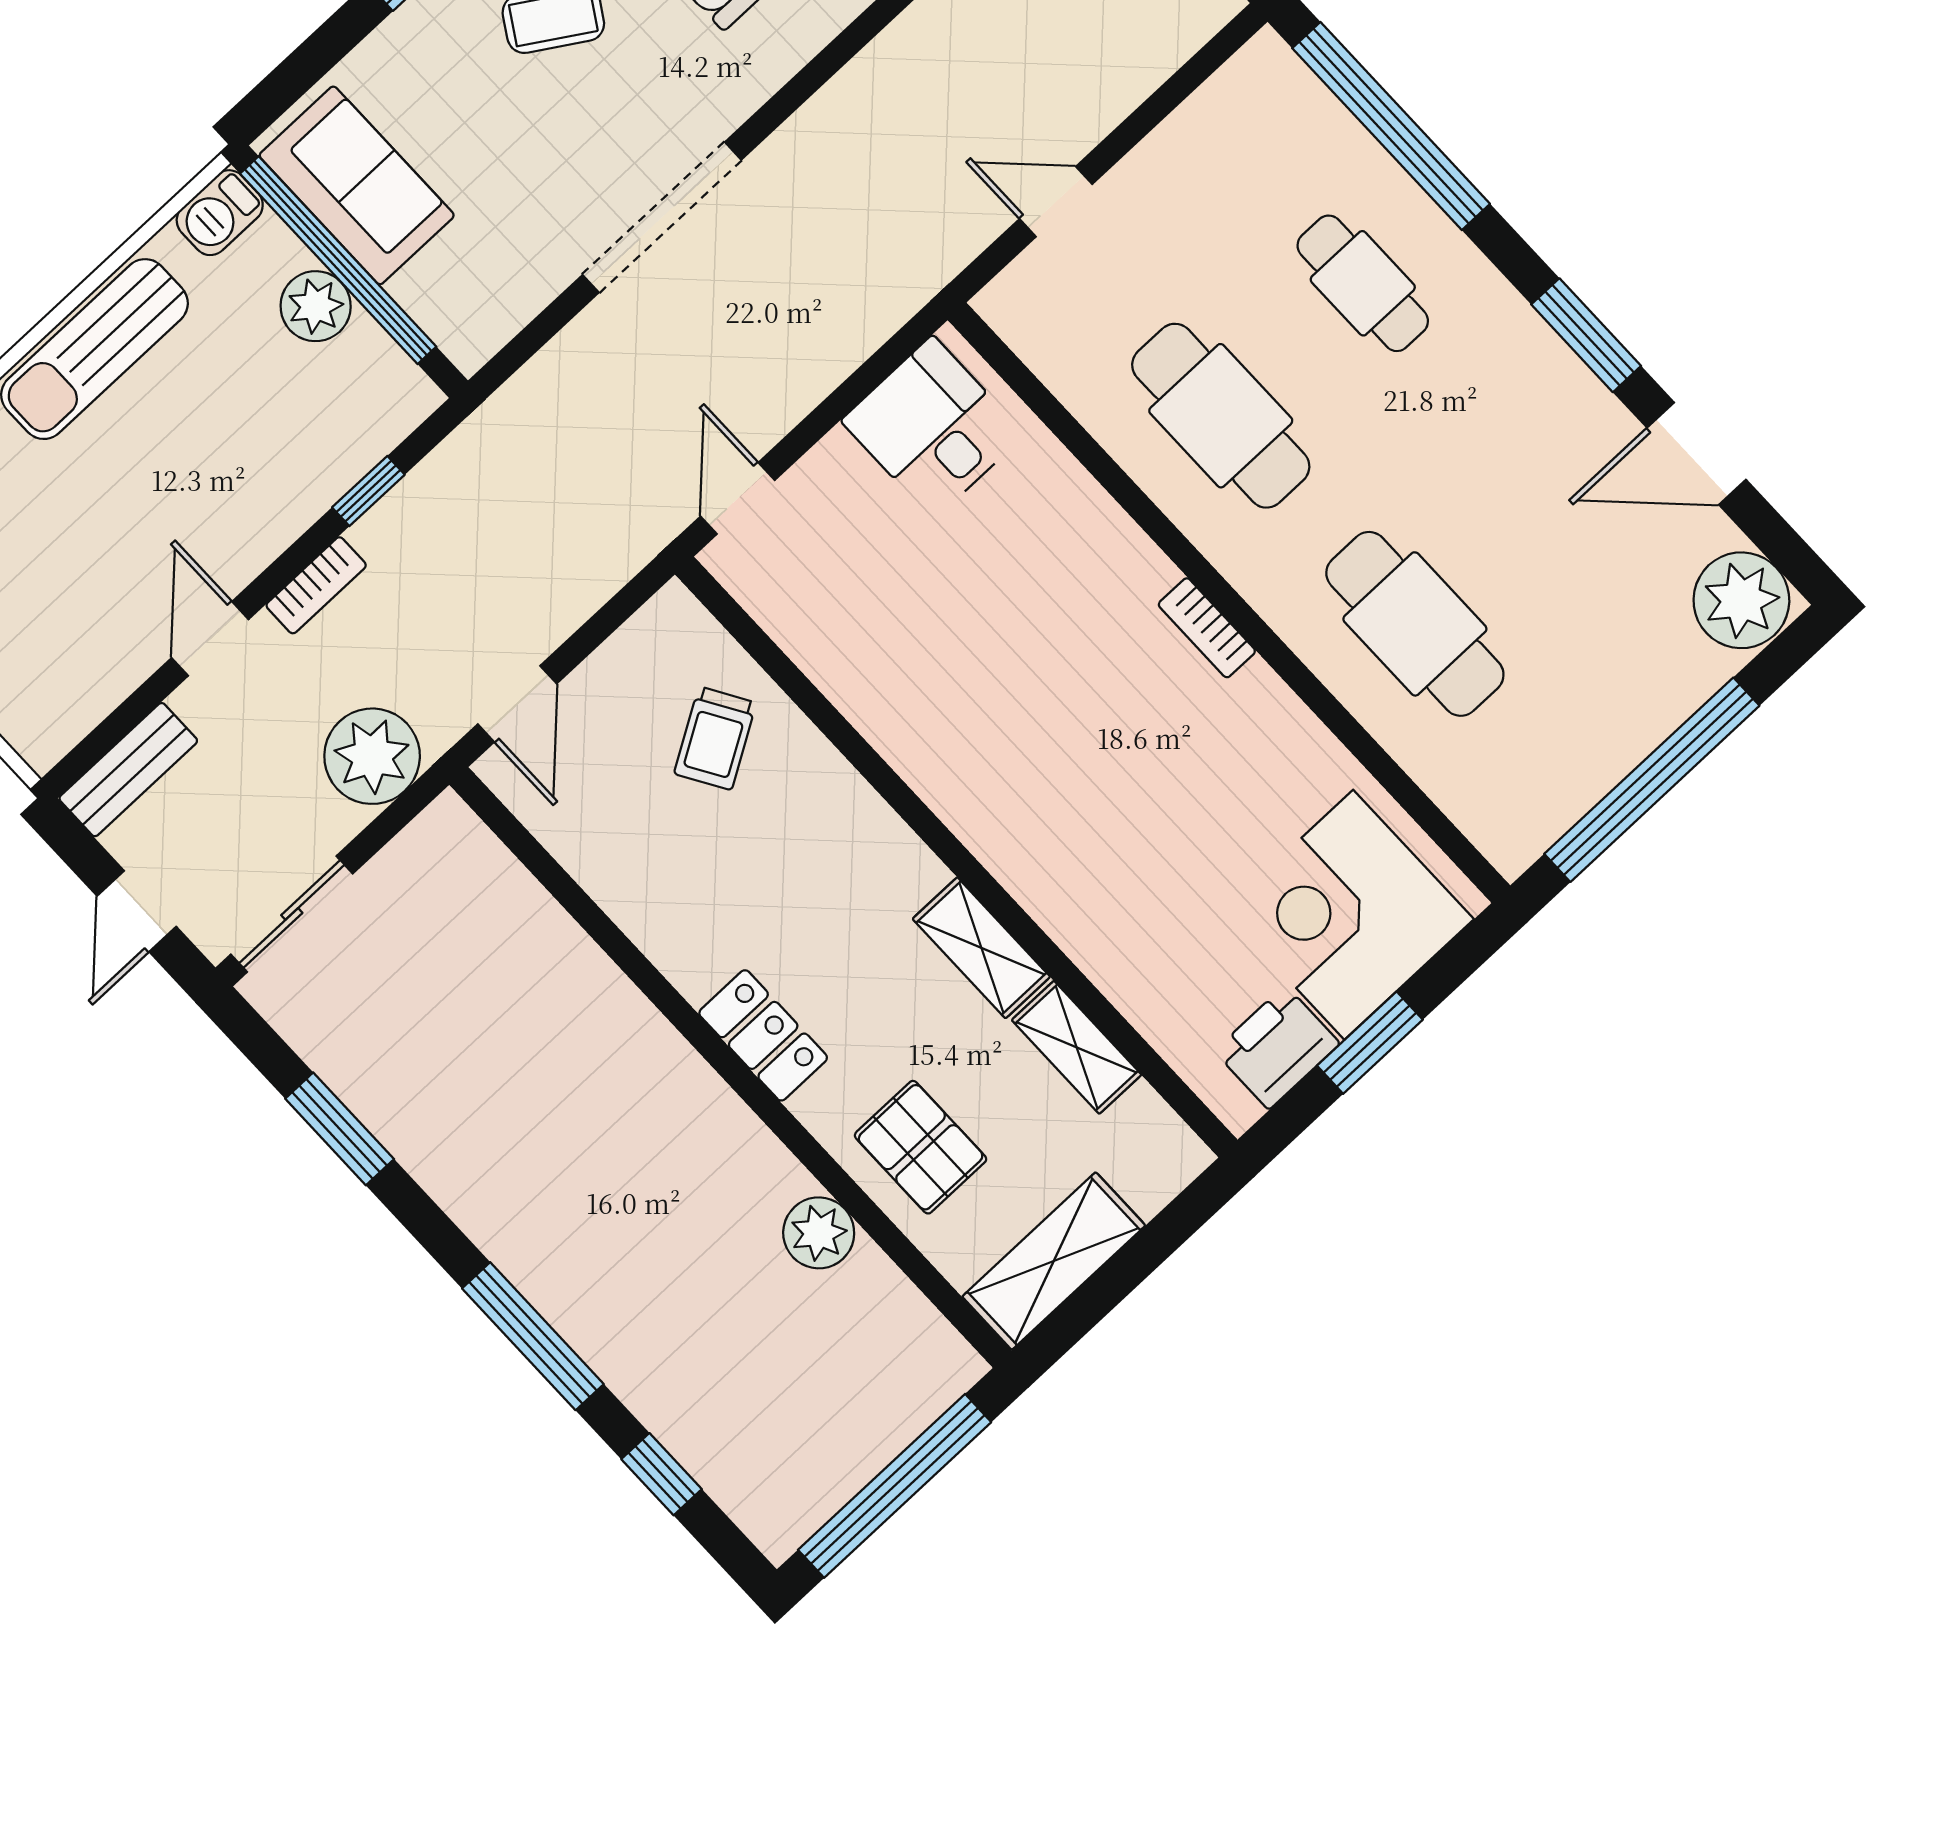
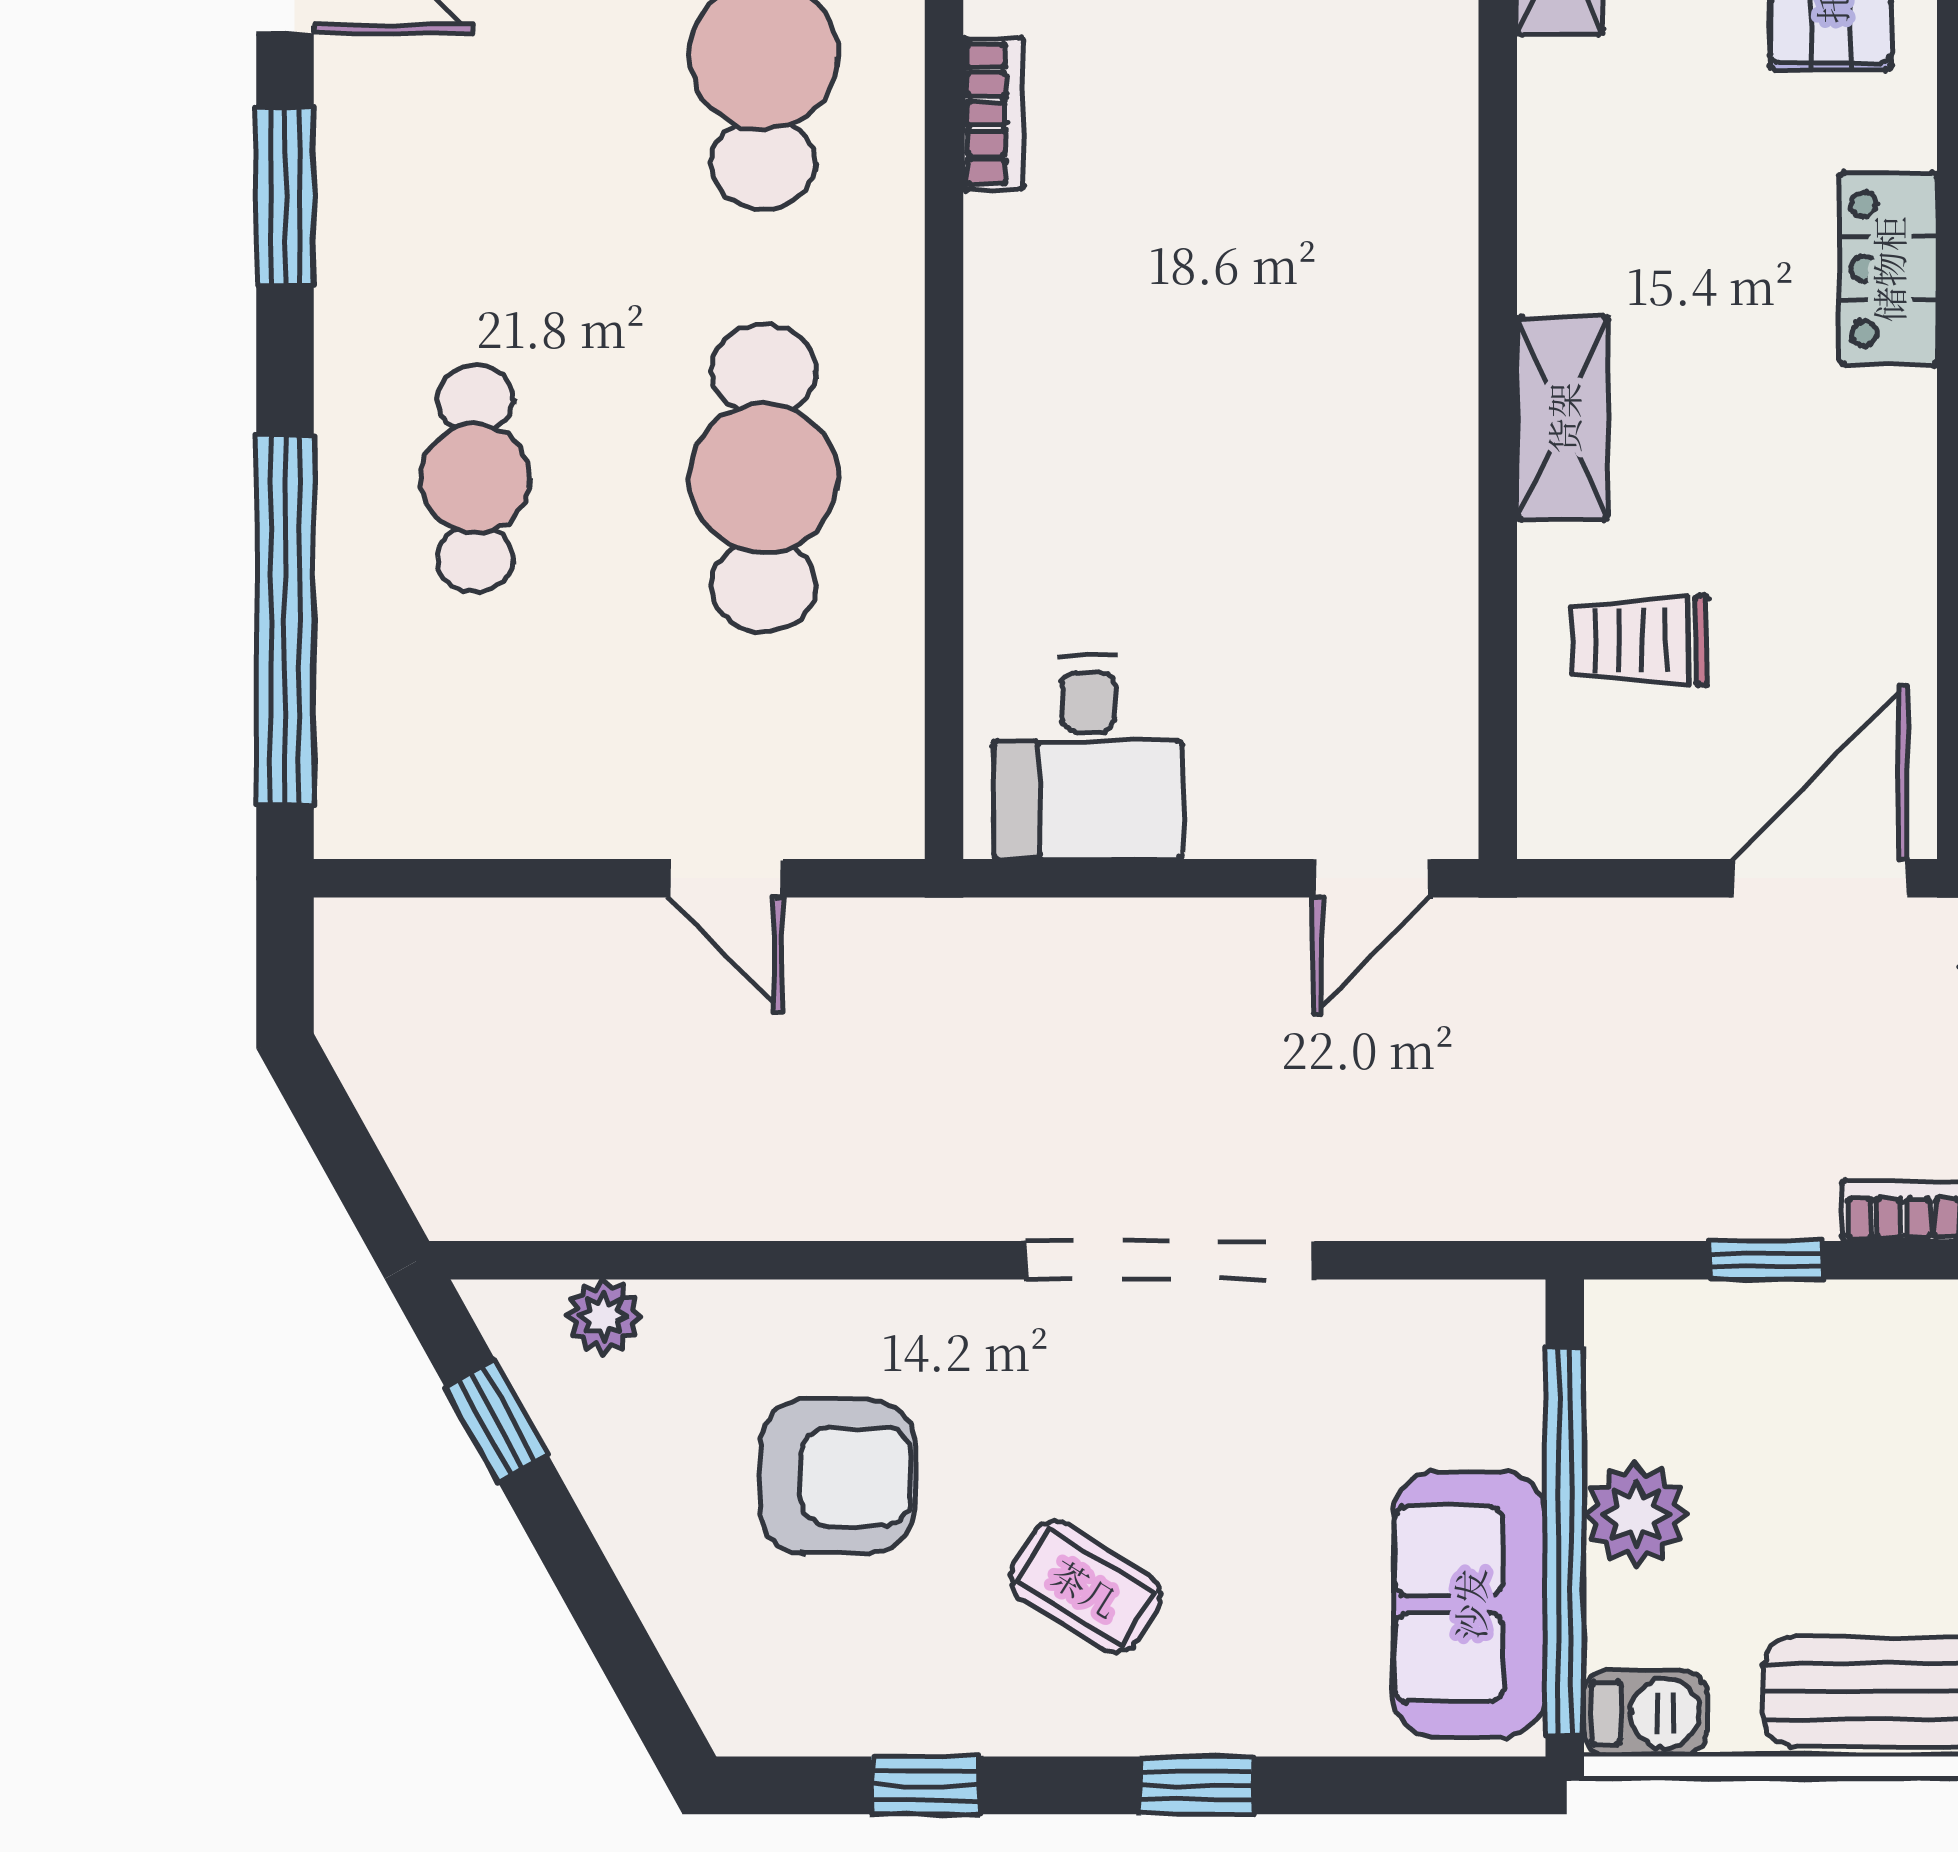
bookcase: (1207, 628) -> (993, 113), moved
door: (517, 704) -> (1820, 878), width x1.38
trolley: (715, 738) -> (1639, 640), turned -149
shelving: (981, 948) -> (1563, 418), moved

